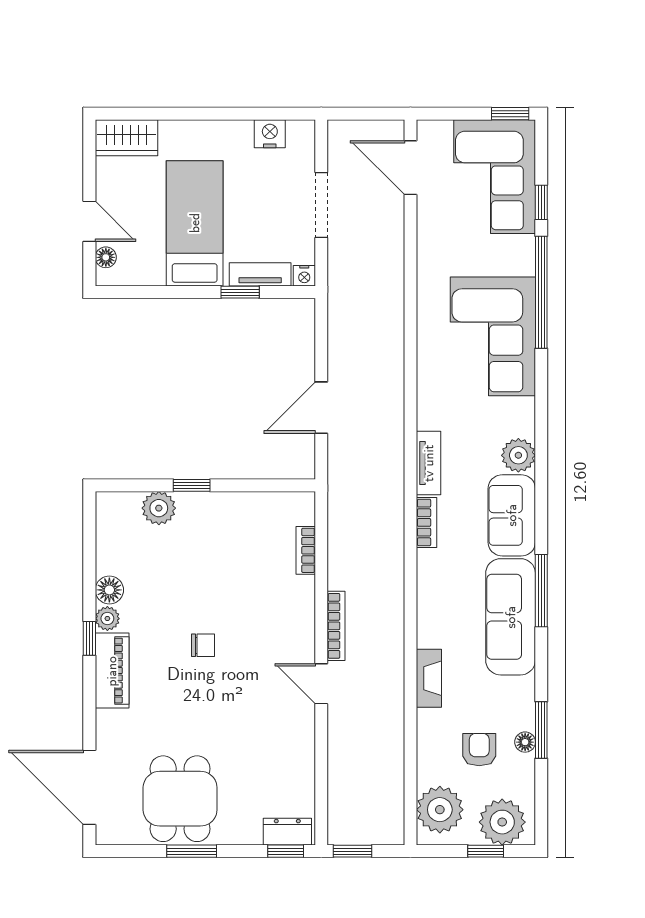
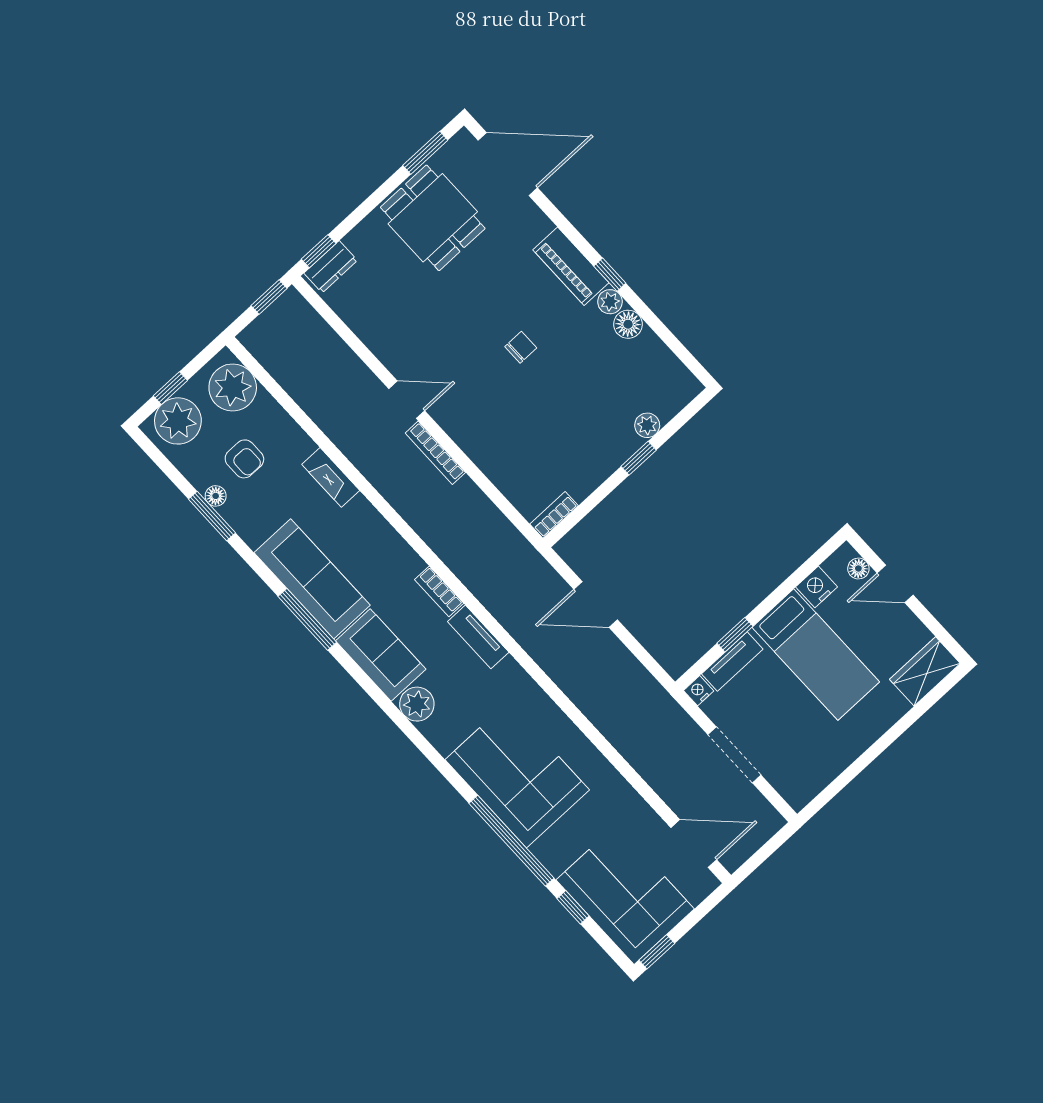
nightstand: (270, 134) -> (817, 587), moved, turned 180
door: (321, 408) -> (596, 604), swing flipped
plant: (159, 508) -> (647, 425), width x0.73, depth x0.73
bookcase: (306, 550) -> (554, 515), moved, turned -90
chair: (203, 645) -> (521, 347), turned 180
window: (192, 851) -> (425, 153), moved

